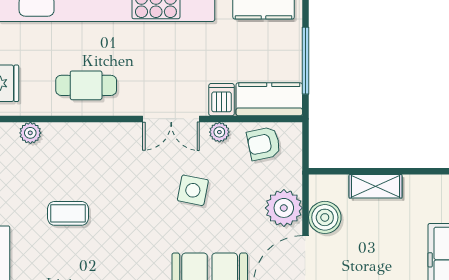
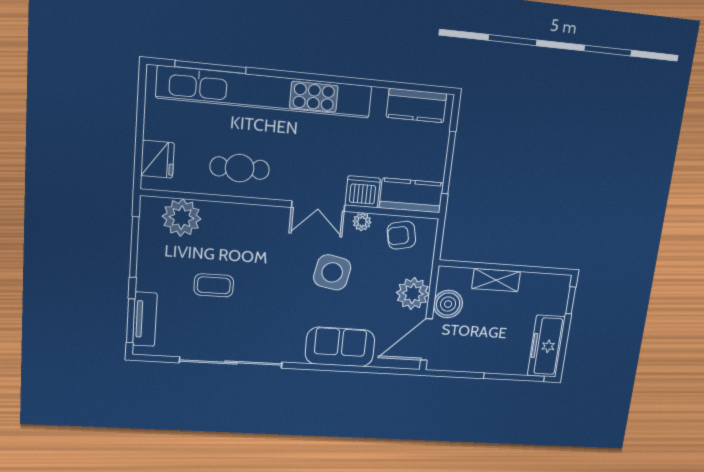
dishwasher: (221, 100) -> (363, 192), width x1.38
plant: (30, 133) -> (182, 218), width x1.87, depth x1.87
side table: (193, 190) -> (332, 272), width x1.37, depth x1.37

